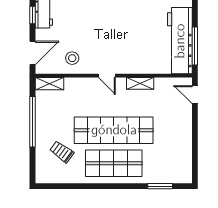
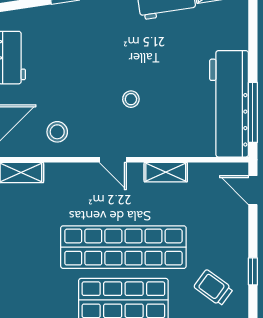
stool: (118, 38) -> (131, 99), added
window: (195, 146) -> (253, 271), added
trolley: (62, 152) -> (213, 288), moved

